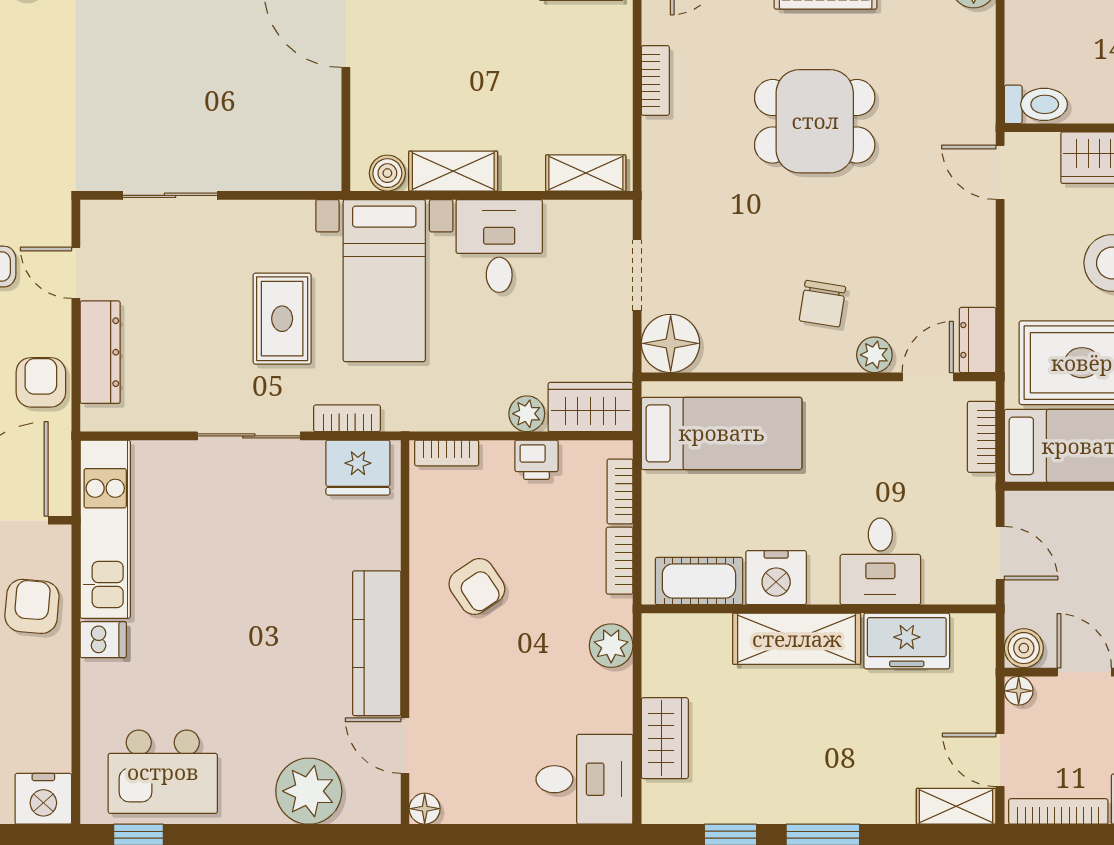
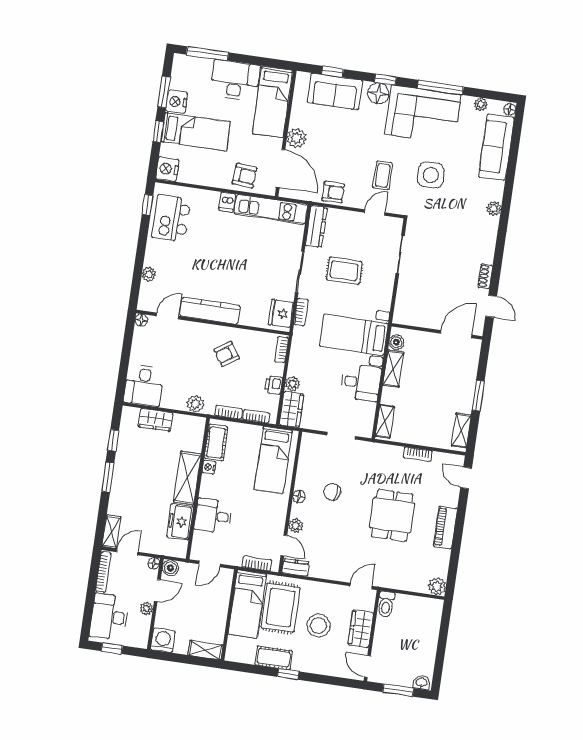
chair: (822, 304) -> (332, 492), moved
rug: (282, 319) -> (344, 271), moved
floor lamp: (671, 343) -> (299, 496), moved, width x0.53, depth x0.53
dresser: (100, 352) -> (316, 227), moved, turned -90
nightstand: (776, 578) -> (209, 467), width x0.53, depth x0.56
plant: (309, 791) -> (149, 274), width x0.53, depth x0.53

